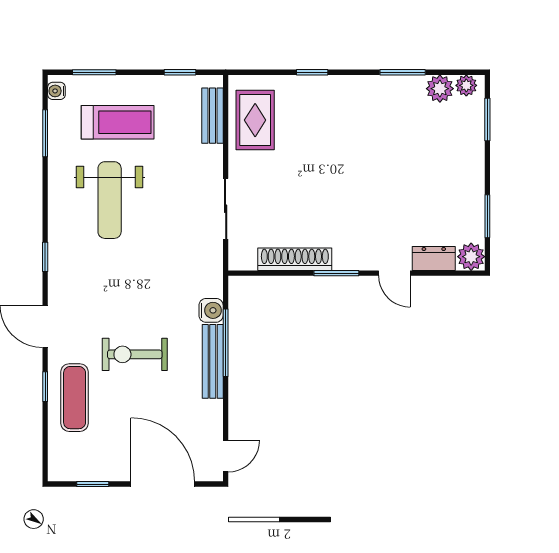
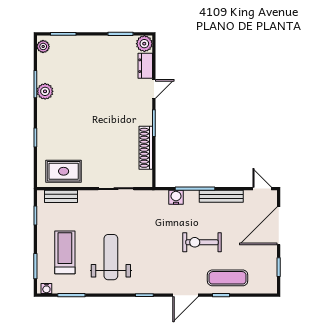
plant: (440, 89) -> (45, 91), moved
weight bench: (110, 200) -> (111, 257), turned -90
exercise bike: (135, 354) -> (202, 242), turned 90
bench: (213, 361) -> (221, 196), moved

